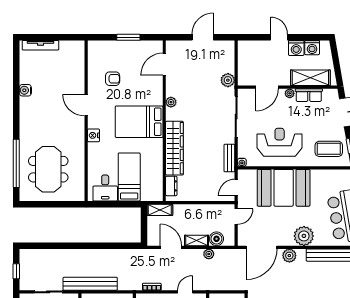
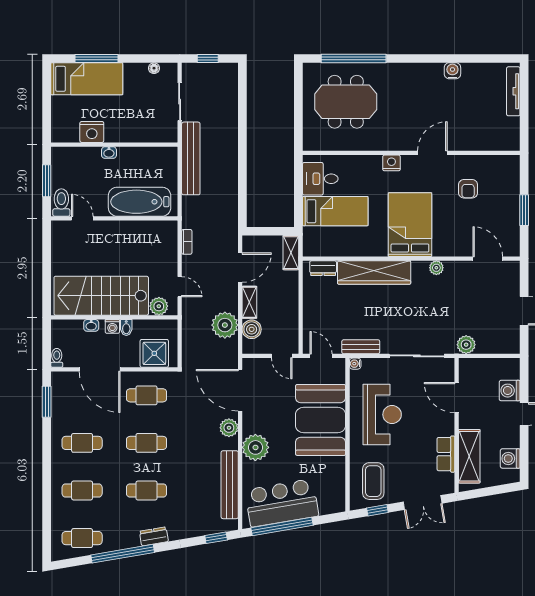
washing machine: (296, 48) -> (510, 391), moved
plant: (290, 93) -> (448, 428), removed
plant: (209, 254) -> (225, 325), width x1.88, depth x1.88

